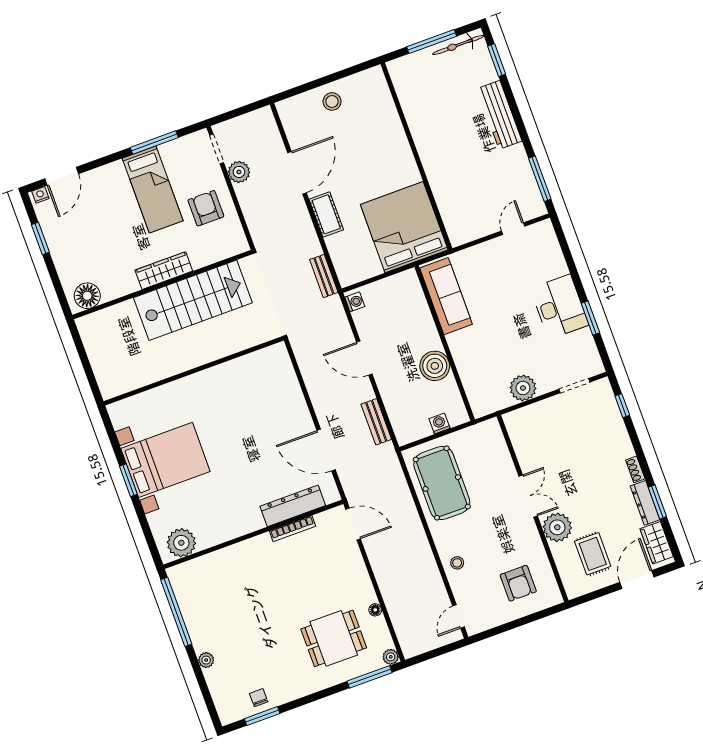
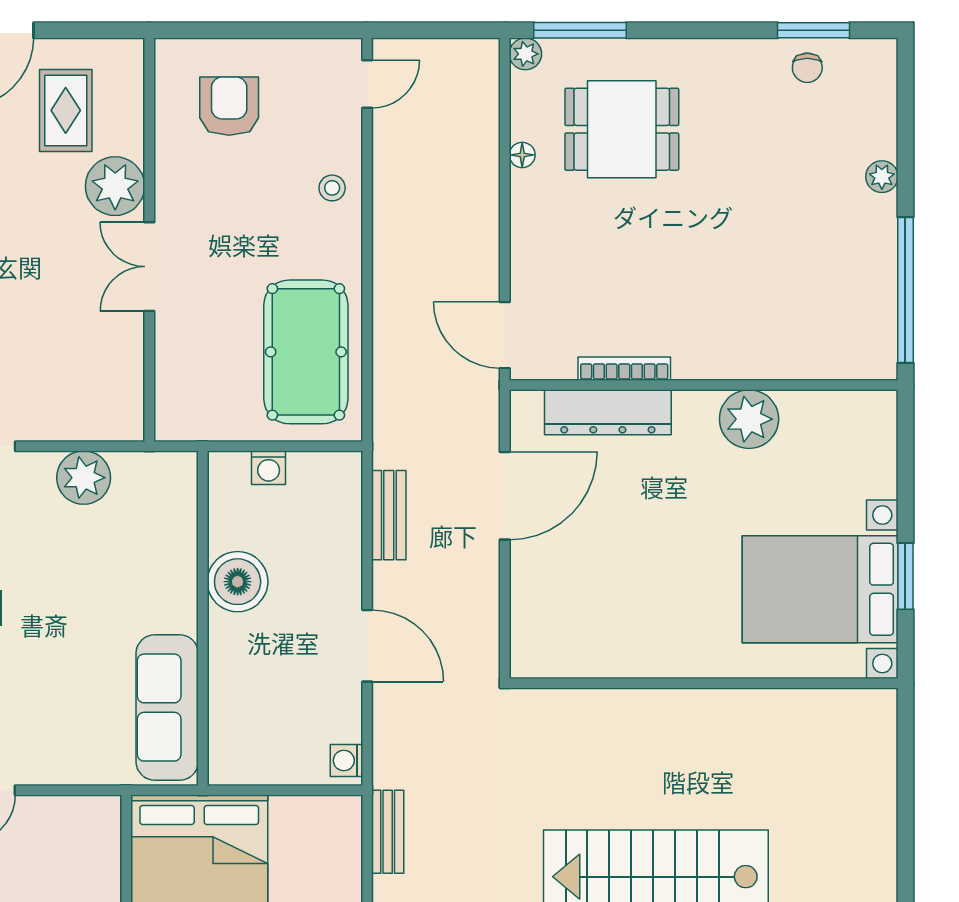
wall: (194, 371) -> (704, 683), moved
door: (326, 450) -> (505, 496), hinge flipped
plant: (181, 543) -> (749, 419), moved

